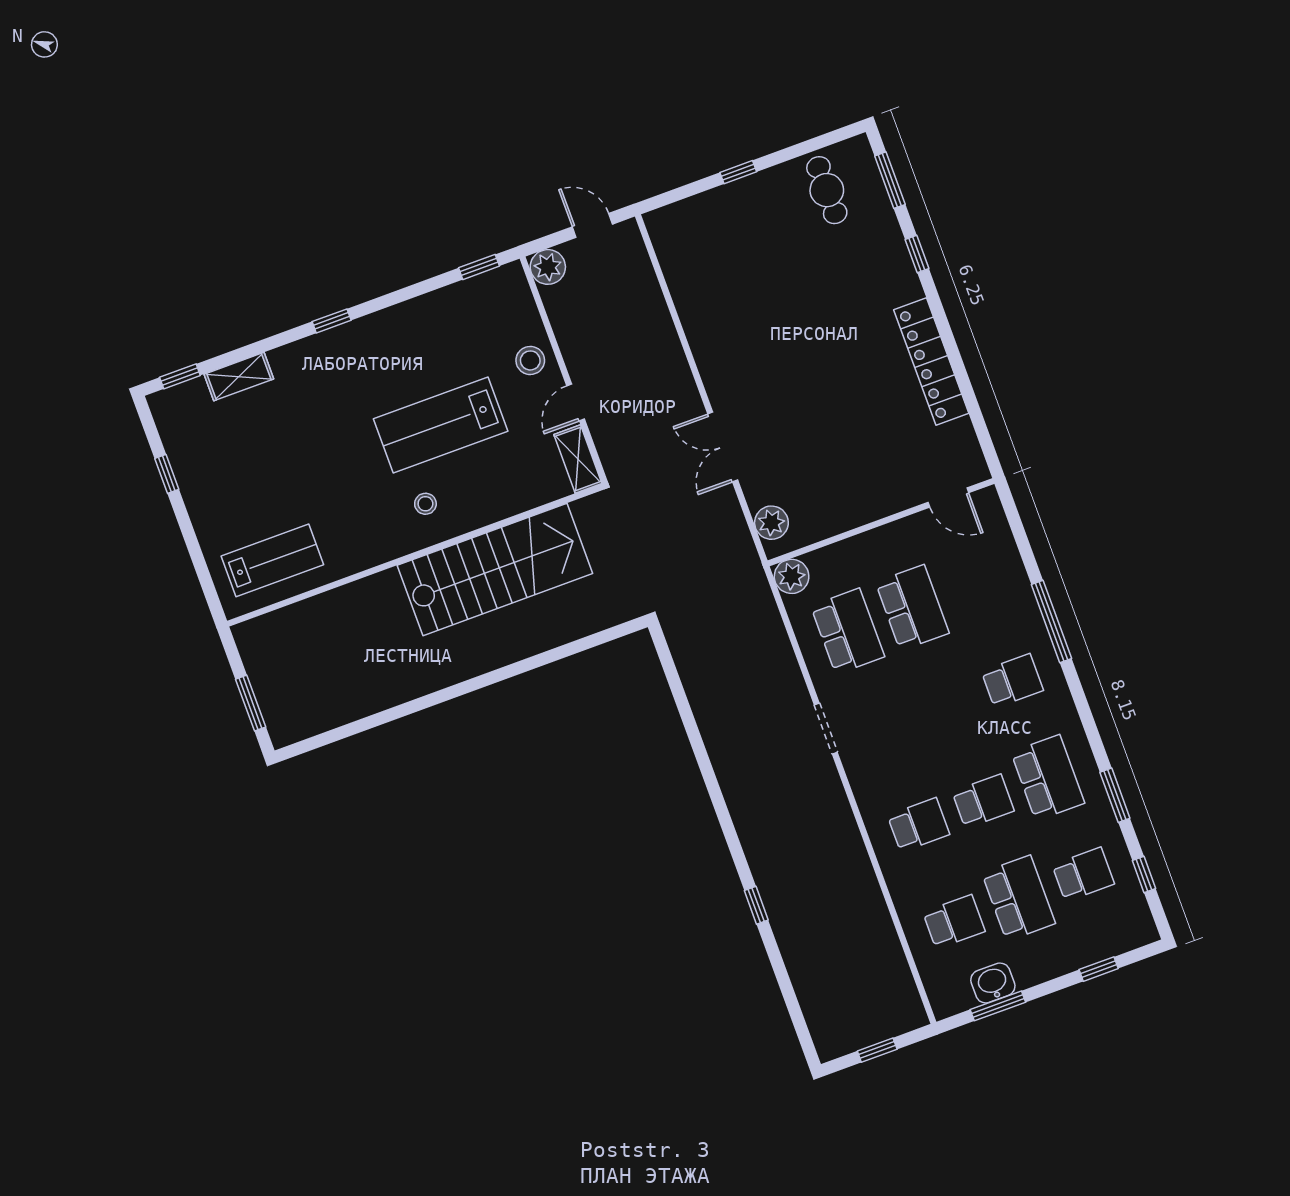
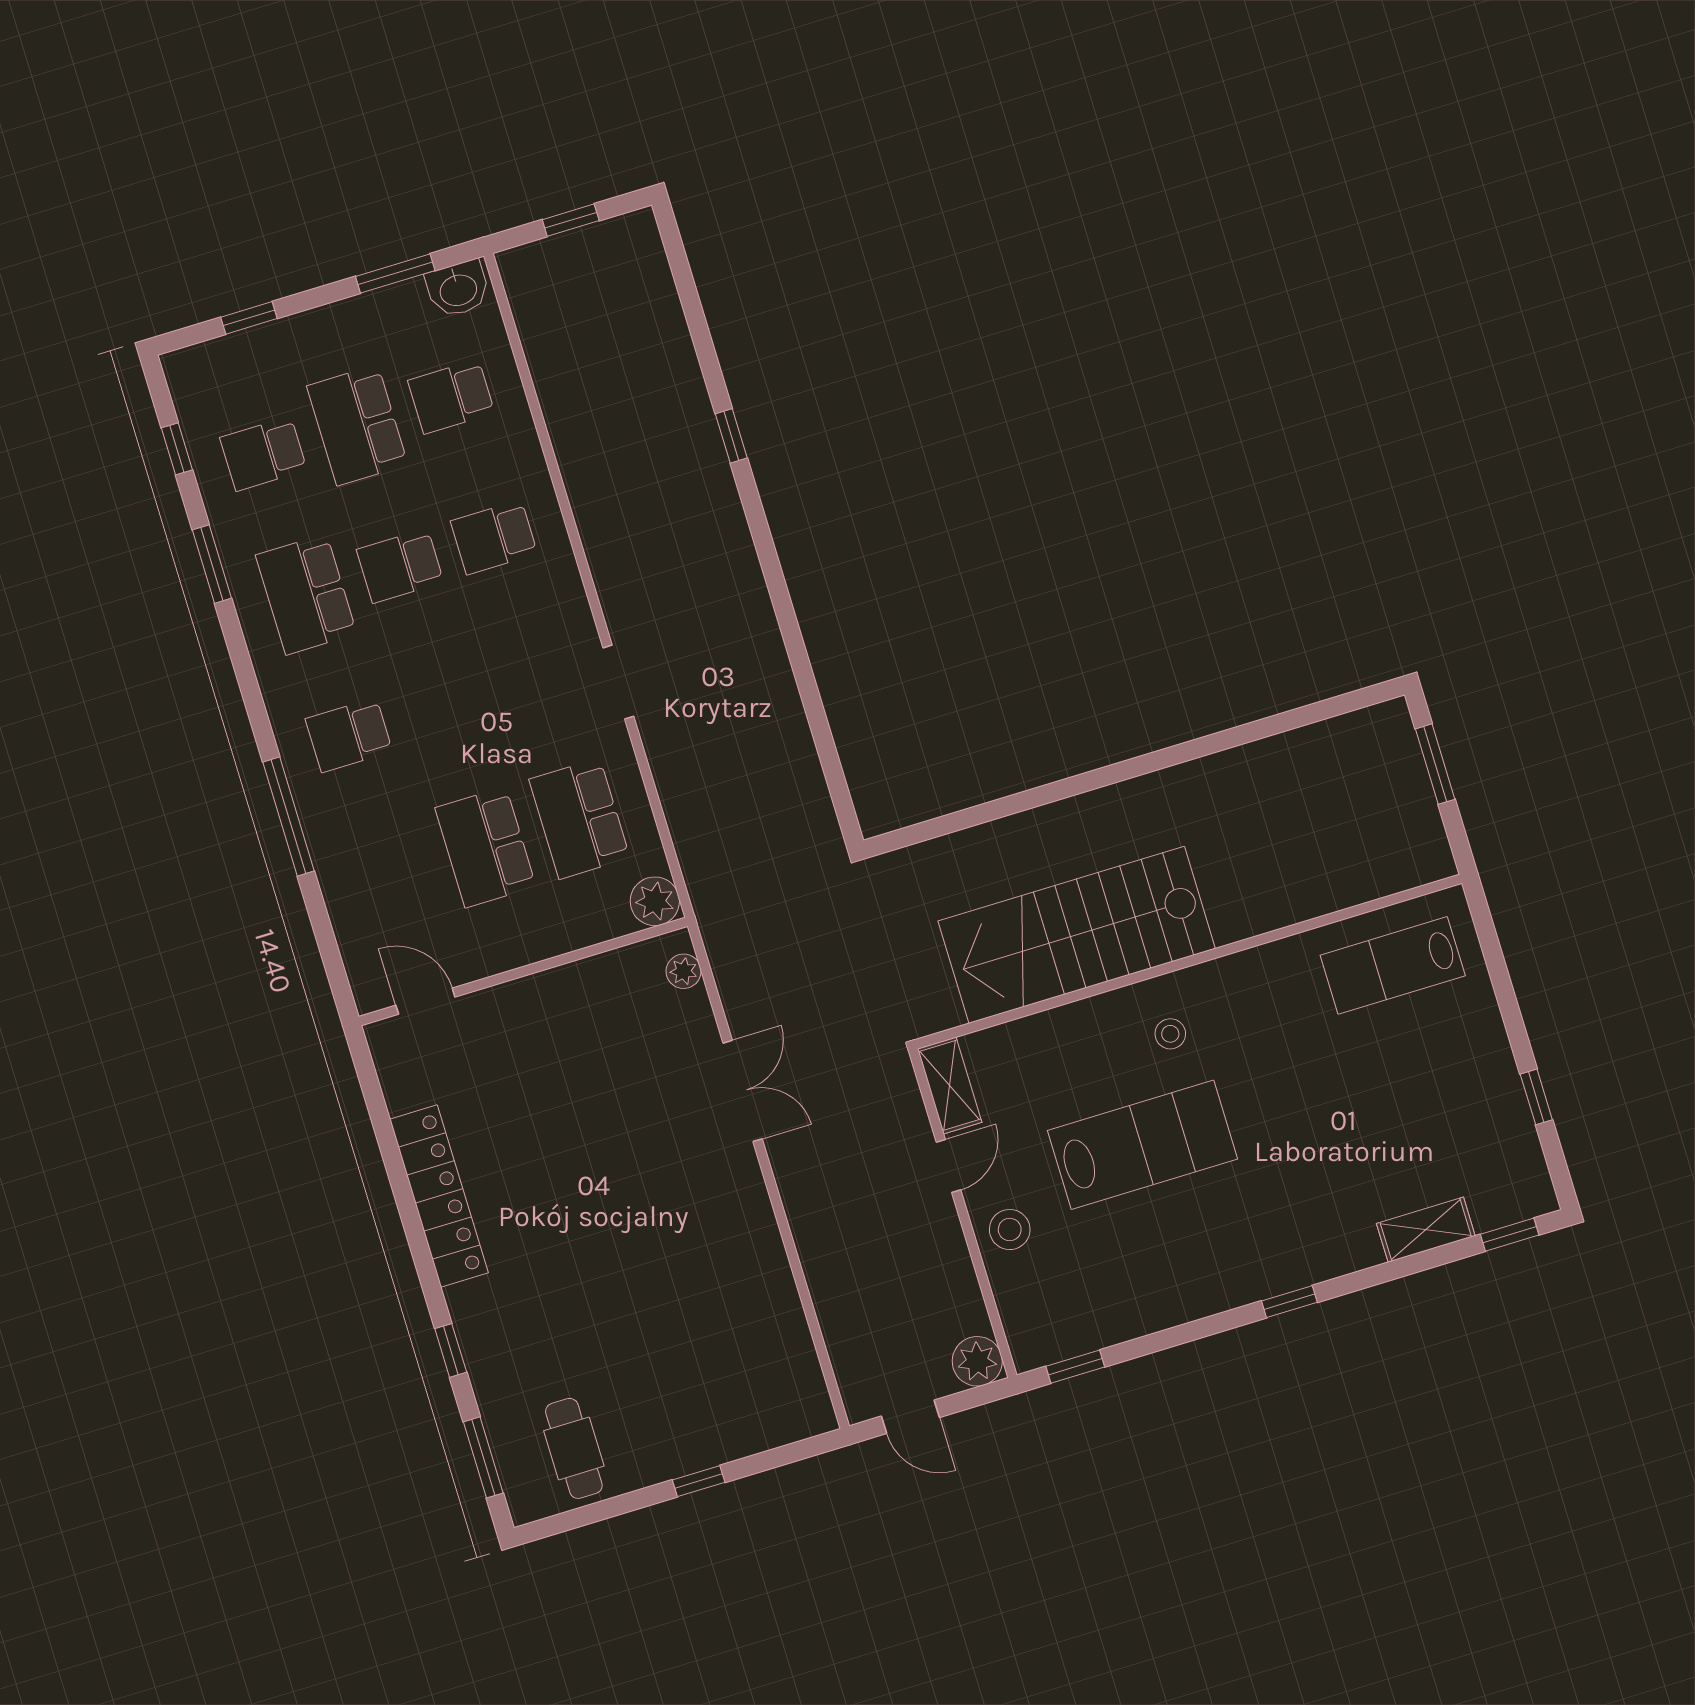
plant: (771, 523) -> (684, 971), width x0.73, depth x0.73
washbasin: (993, 983) -> (458, 289), moved

